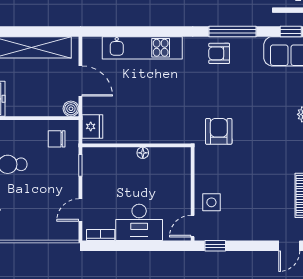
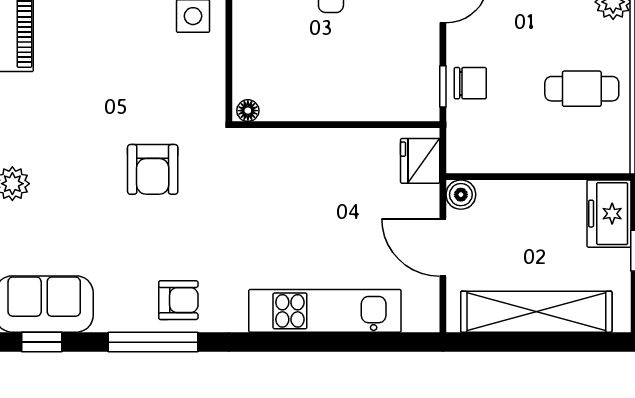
armchair: (219, 131) -> (153, 169), moved
chair: (57, 139) -> (470, 83), moved
floor lamp: (143, 153) -> (248, 111), moved

